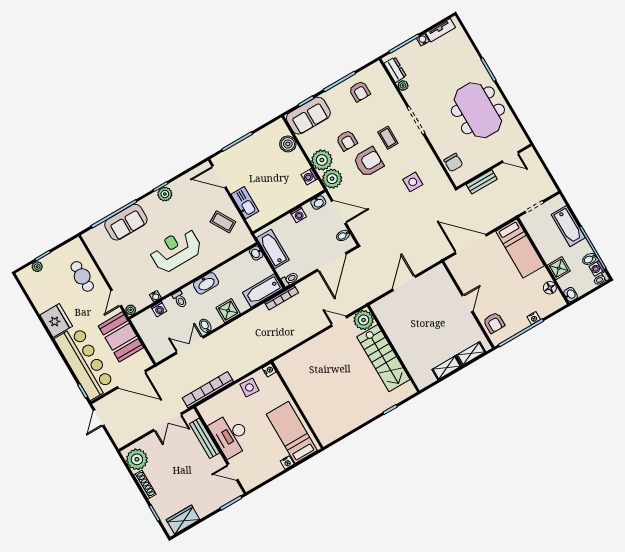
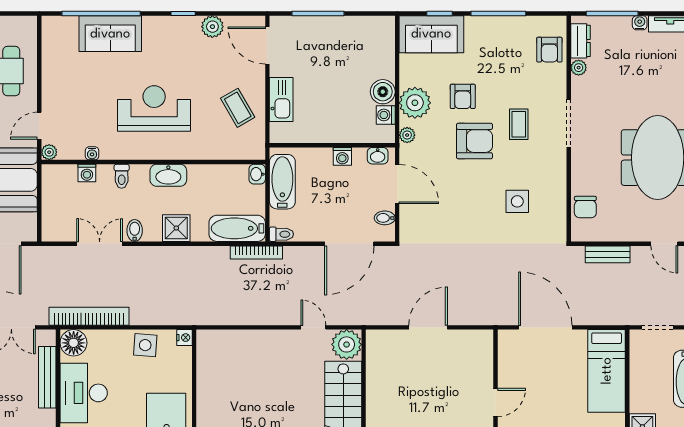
armchair: (360, 91) -> (549, 50), moved
boiler: (288, 144) -> (383, 92), moved
plant: (332, 179) -> (407, 135), width x0.53, depth x0.53
plant: (165, 194) -> (212, 27), moved
floor lamp: (208, 410) -> (74, 343), added

